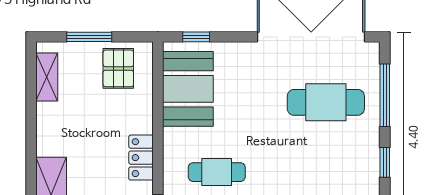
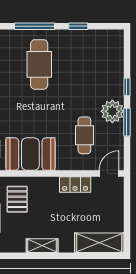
pallet: (118, 68) -> (17, 199), turned 90
shelving: (47, 77) -> (42, 246), moved

